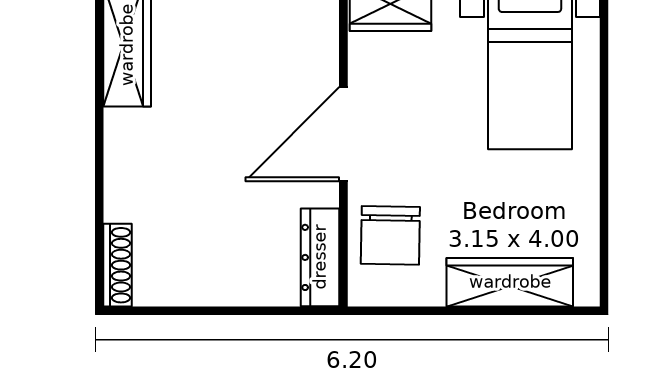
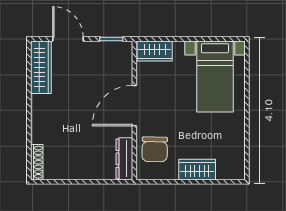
wardrobe: (510, 282) -> (197, 170), width x0.67

